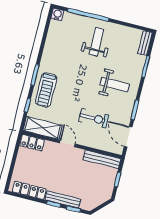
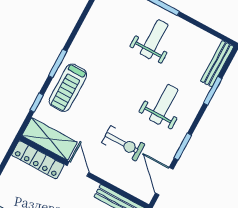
bench: (145, 43) -> (217, 64), width x1.36
weight bench: (114, 84) -> (164, 104), turned -90
locker: (32, 143) -> (38, 160), width x1.53

